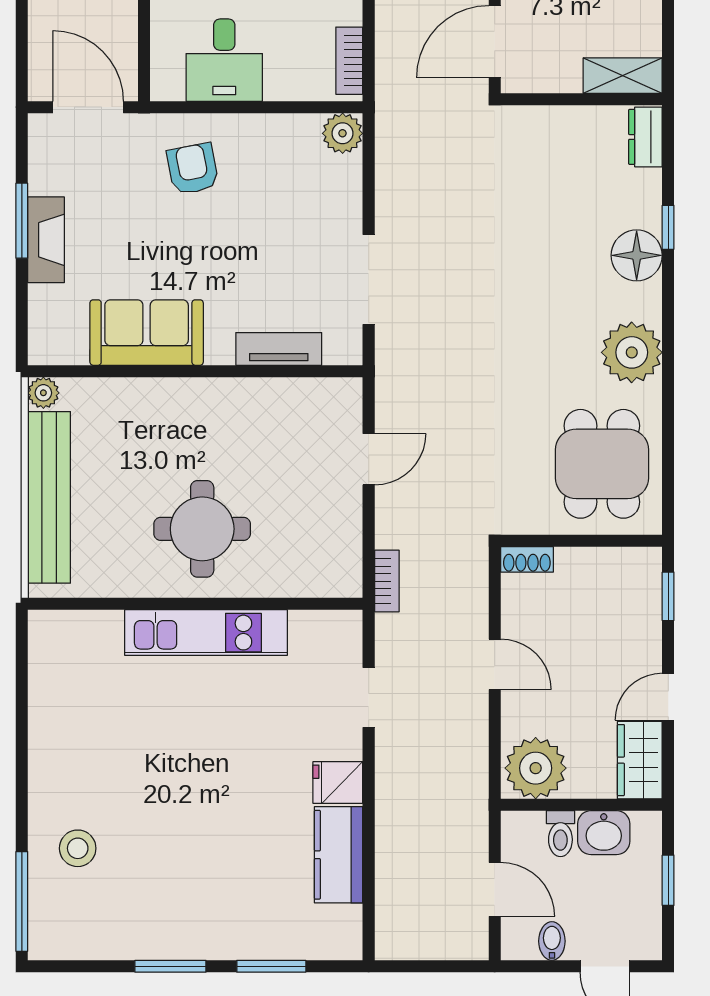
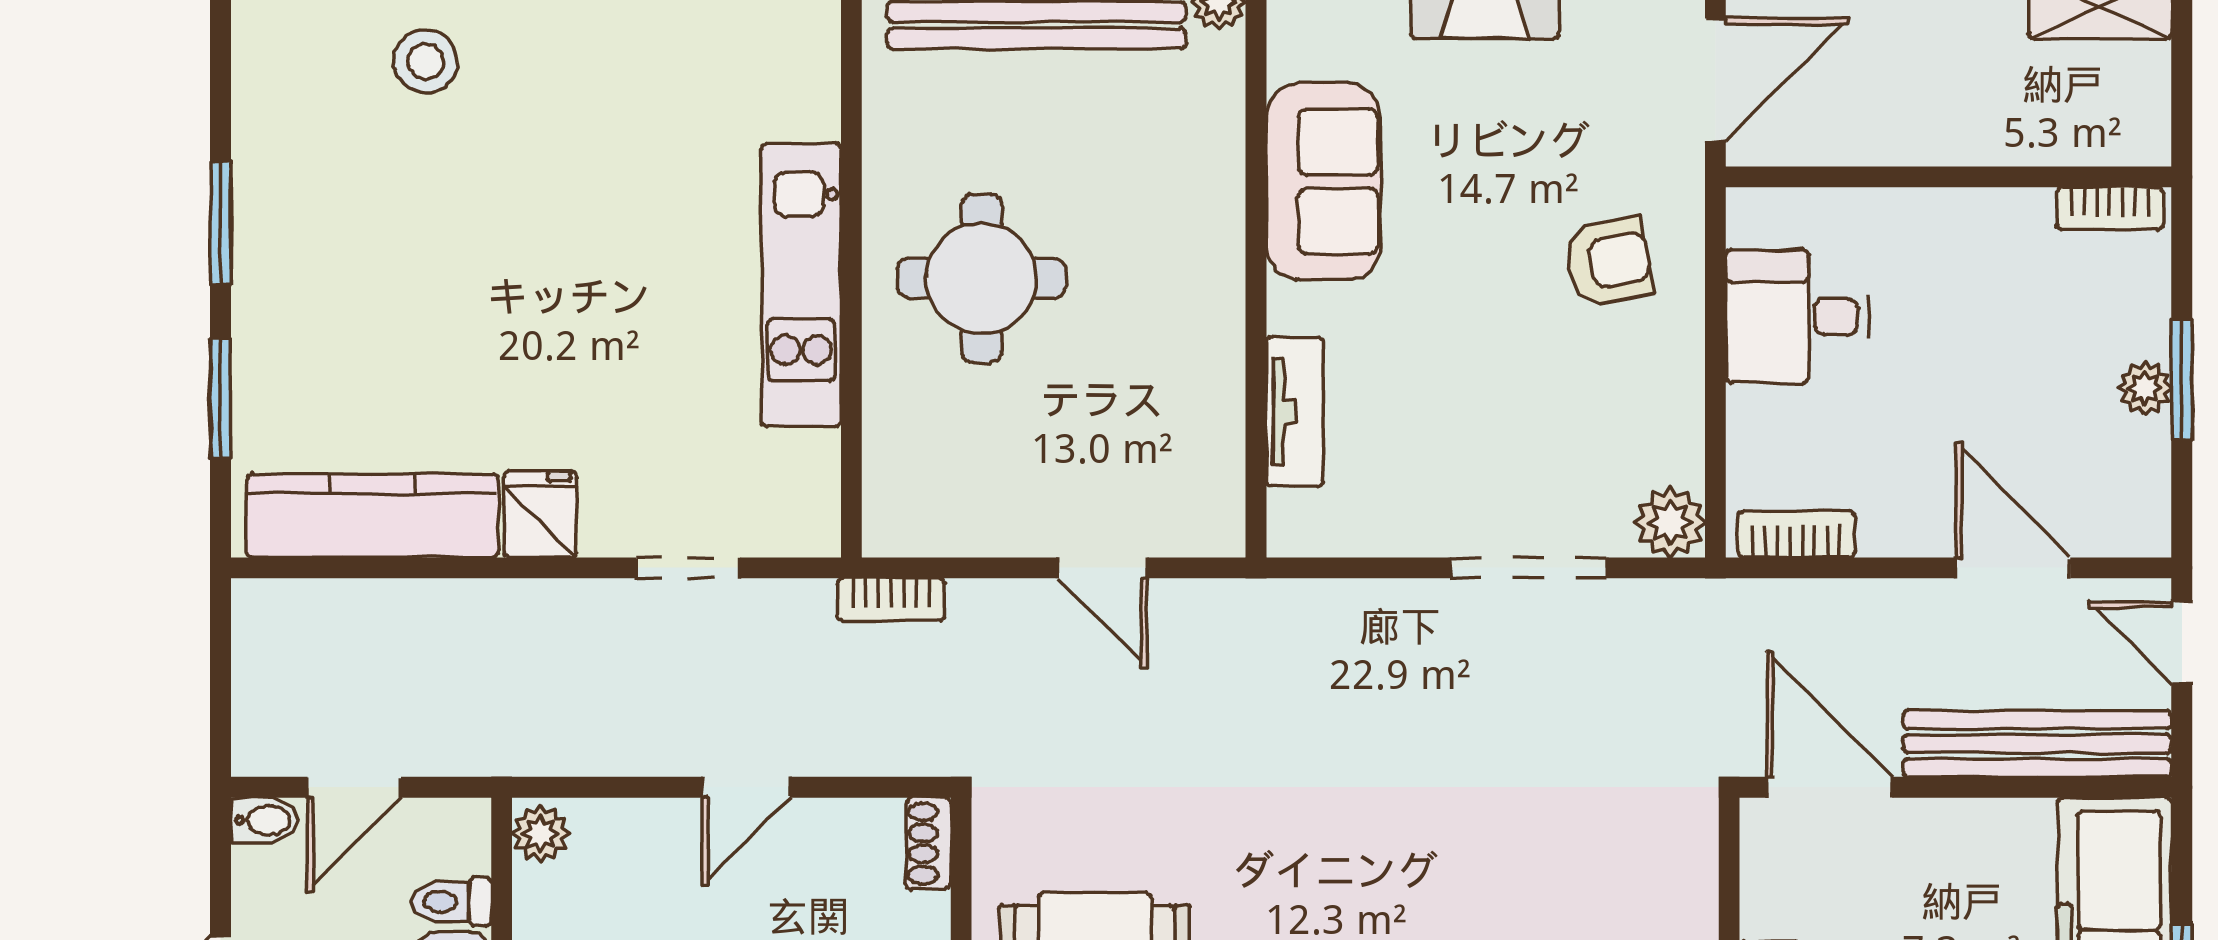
doorway: (369, 280) -> (1528, 568), moved
plant: (536, 768) -> (540, 834), width x0.53, depth x0.53
kitchen counter: (339, 855) -> (373, 516), width x1.50
bidet: (552, 941) -> (264, 820), moved

